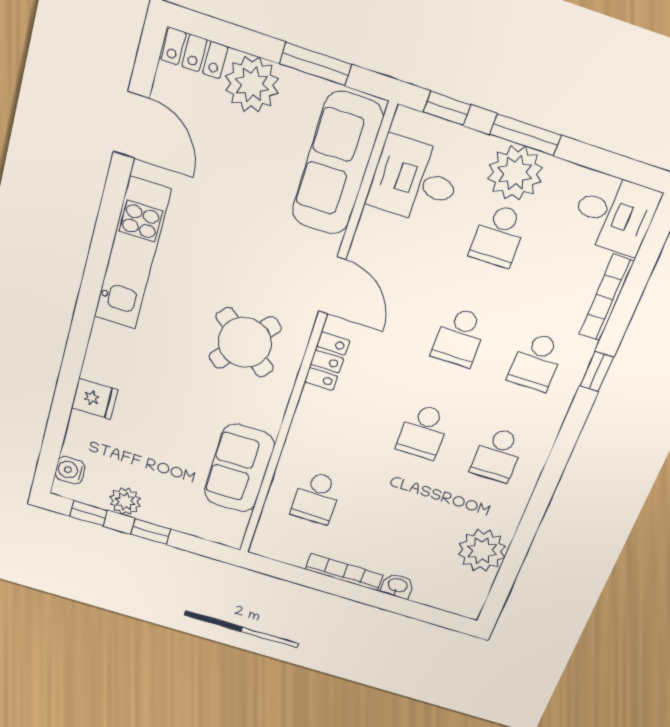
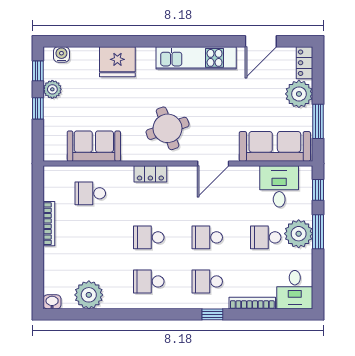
round table: (245, 343) -> (168, 128), turned 32
locker: (327, 361) -> (150, 174), moved
fridge: (95, 399) -> (117, 62), width x1.88, depth x1.34
washbasin: (397, 586) -> (52, 302), moved, turned -90

